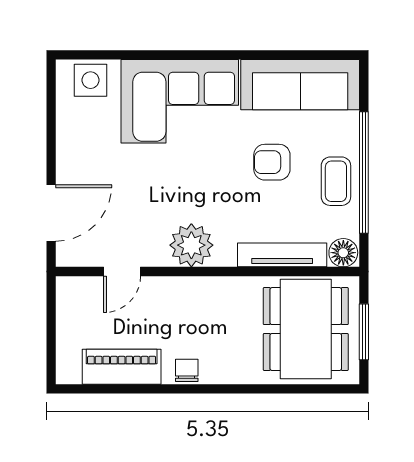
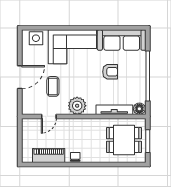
armchair: (272, 162) -> (110, 72), turned 180
coffee table: (336, 181) -> (53, 86), moved
door: (51, 213) -> (20, 77), moved
dining table: (306, 329) -> (124, 140), width x0.73

